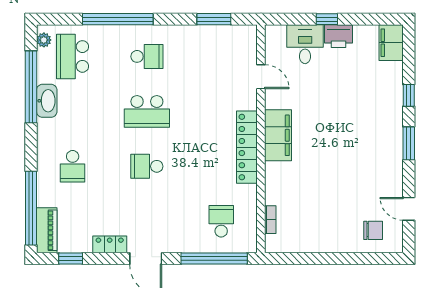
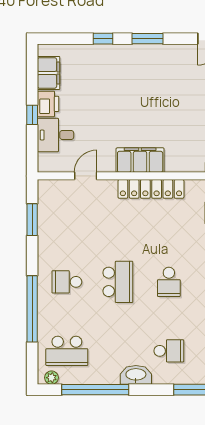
filing cabinet: (391, 43) -> (49, 73), moved, turned -90
school desk: (147, 56) -> (67, 282), turned -90
washbasin: (47, 101) -> (136, 375), moved

